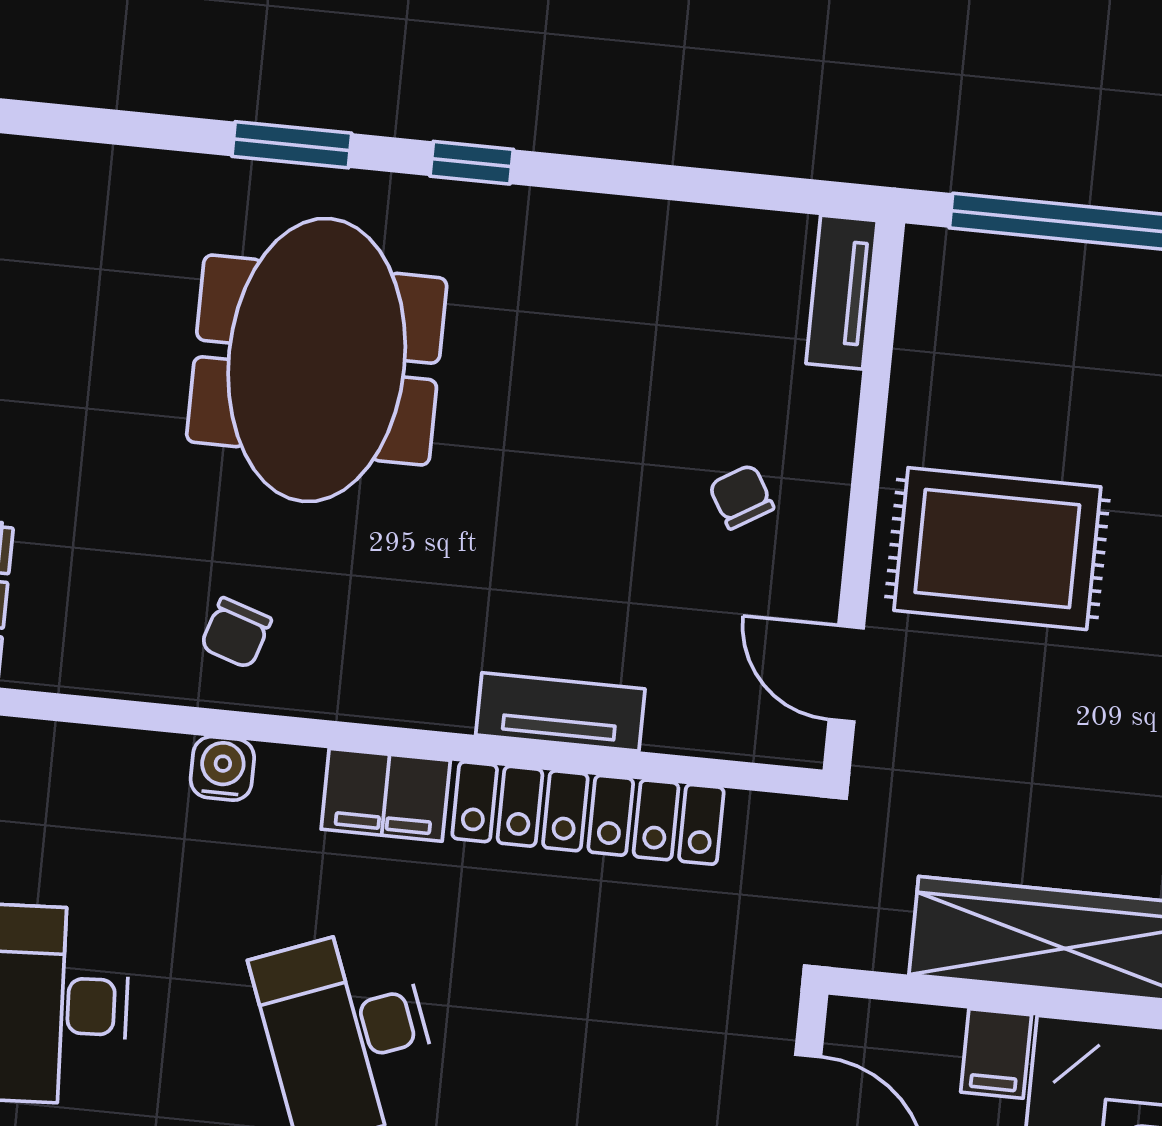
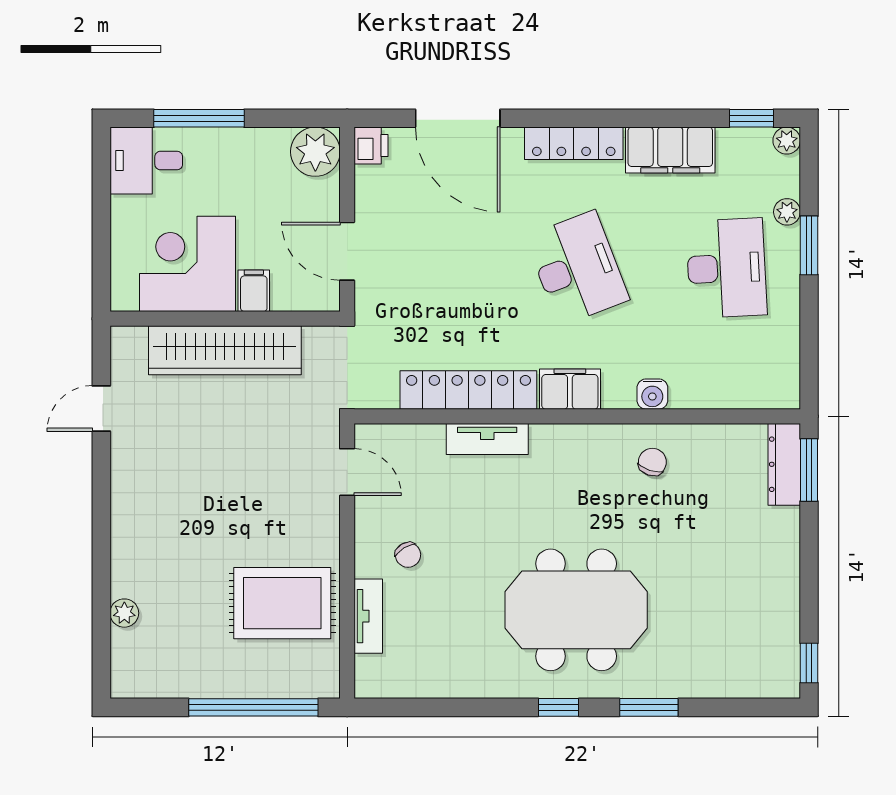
tv unit: (842, 292) -> (368, 616), moved
meeting table: (317, 360) -> (576, 610), moved, turned 90
rug: (997, 549) -> (282, 603), moved

